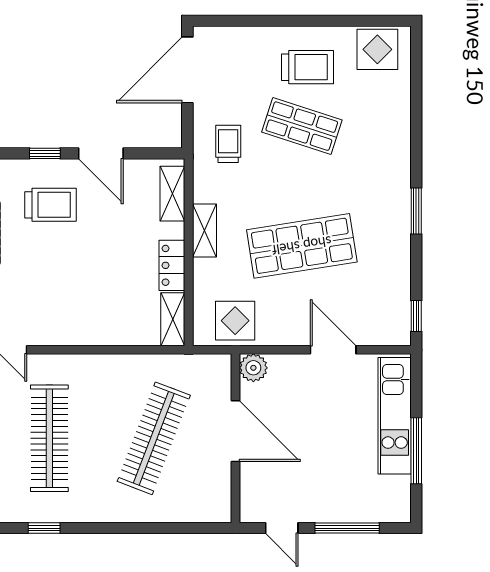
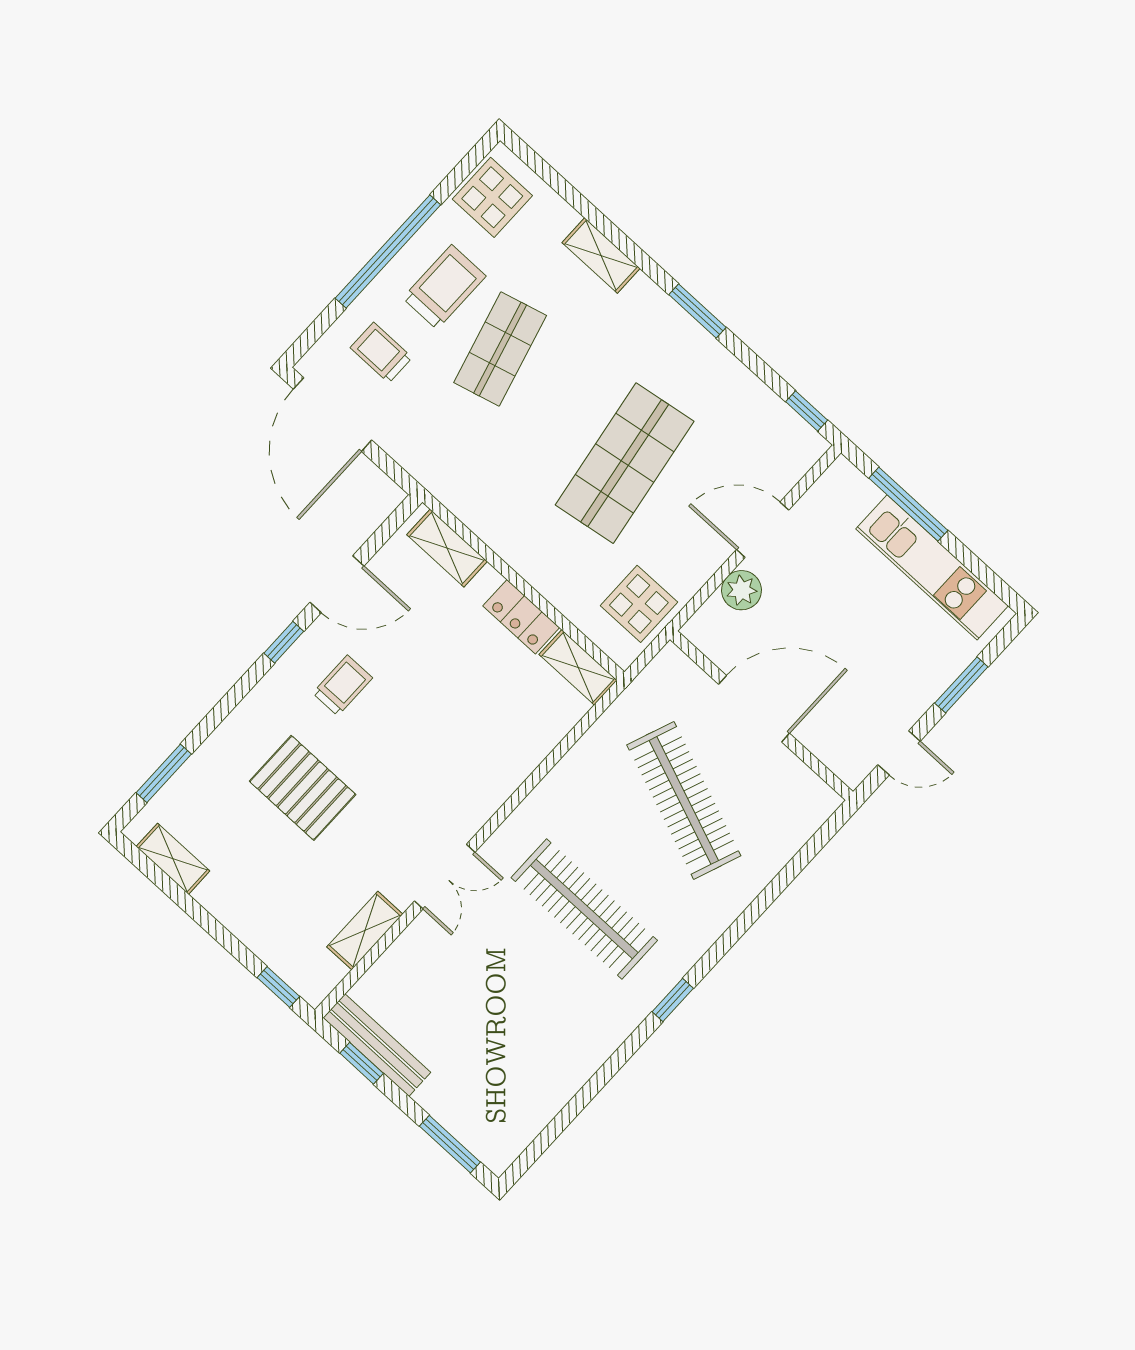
window: (299, 21) -> (388, 252), added
shop shelf: (302, 126) -> (500, 349), turned -33
trolley: (228, 144) -> (381, 353), moved
trolley: (51, 205) -> (343, 685), width x0.73, depth x0.72
shelving: (204, 231) -> (601, 255), moved
plant: (253, 368) -> (742, 590), moved
kitchen unit: (395, 416) -> (932, 567), moved
window: (416, 451) -> (908, 504), moved
window: (347, 528) -> (961, 685), width x0.69

